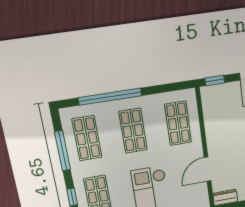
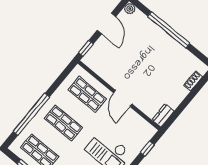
door: (207, 169) -> (123, 98), moved

